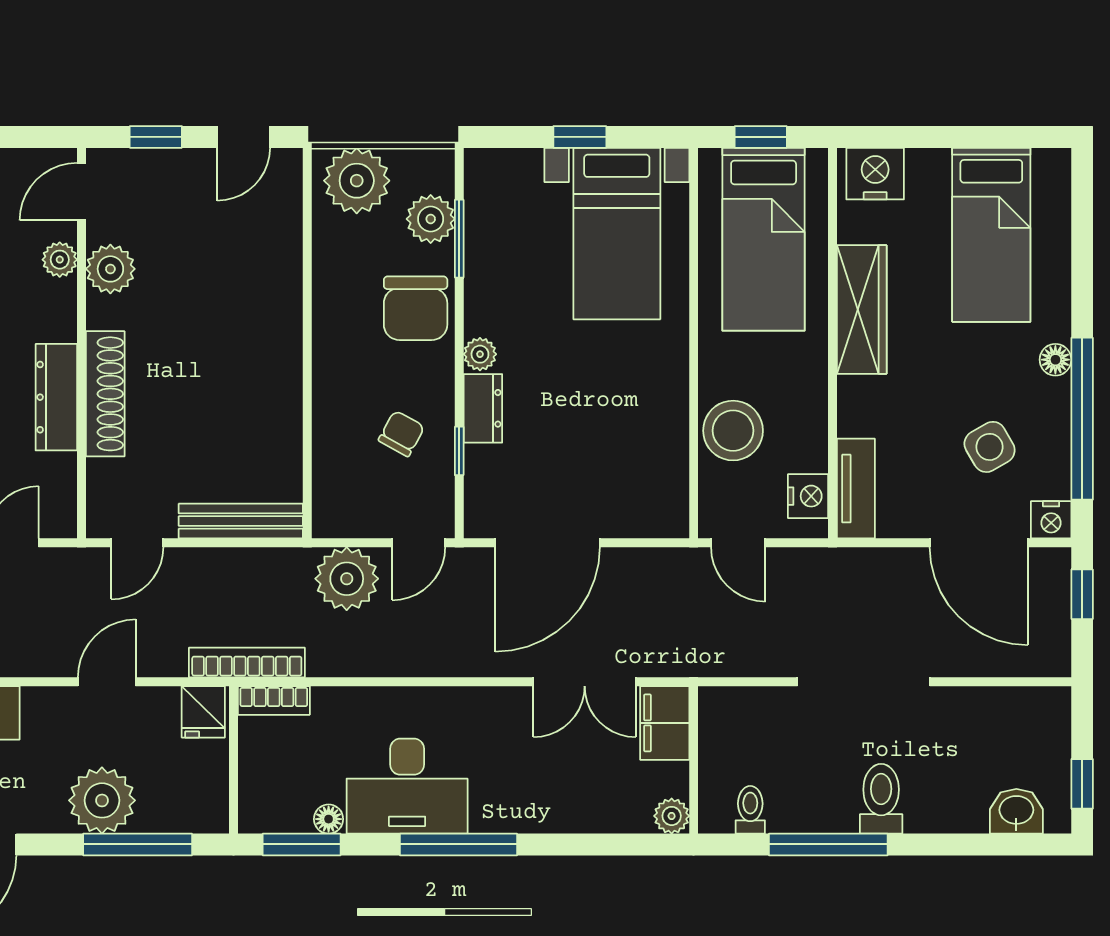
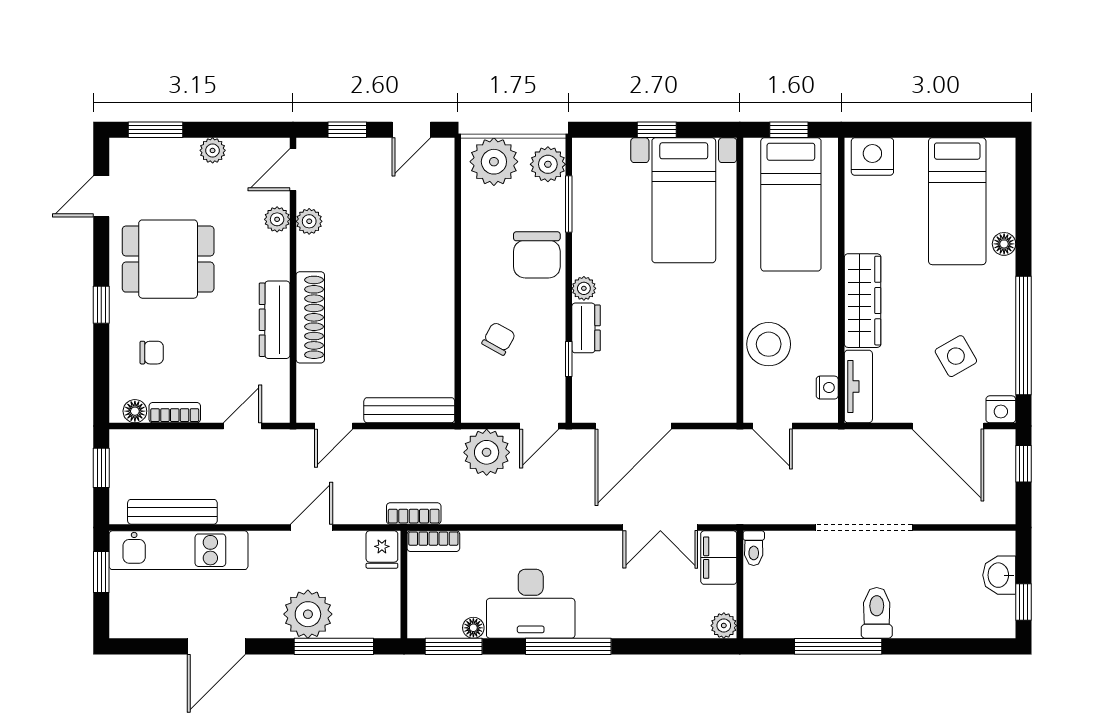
plant: (431, 219) -> (548, 164), moved
plant: (110, 269) -> (309, 221), width x0.73, depth x0.73
wardrobe: (862, 310) -> (863, 301), moved
floor lamp: (1055, 360) -> (1004, 244), moved
chair: (401, 434) -> (499, 339), moved
nightstand: (808, 496) -> (827, 388), width x0.72, depth x0.74
bookcase: (247, 663) -> (414, 513), width x0.64
toilet: (750, 810) -> (754, 548), moved, turned 180
washbasin: (1016, 811) -> (999, 575), moved, turned -90

